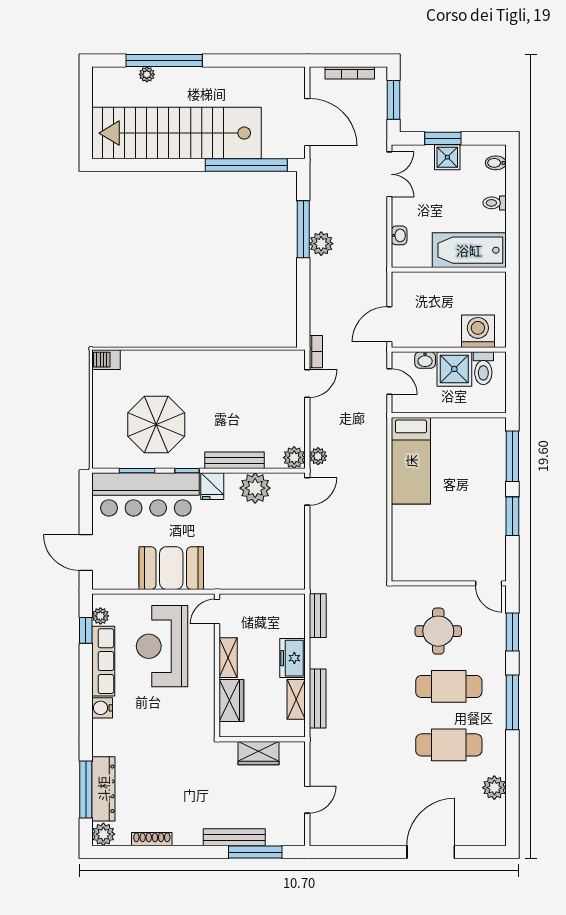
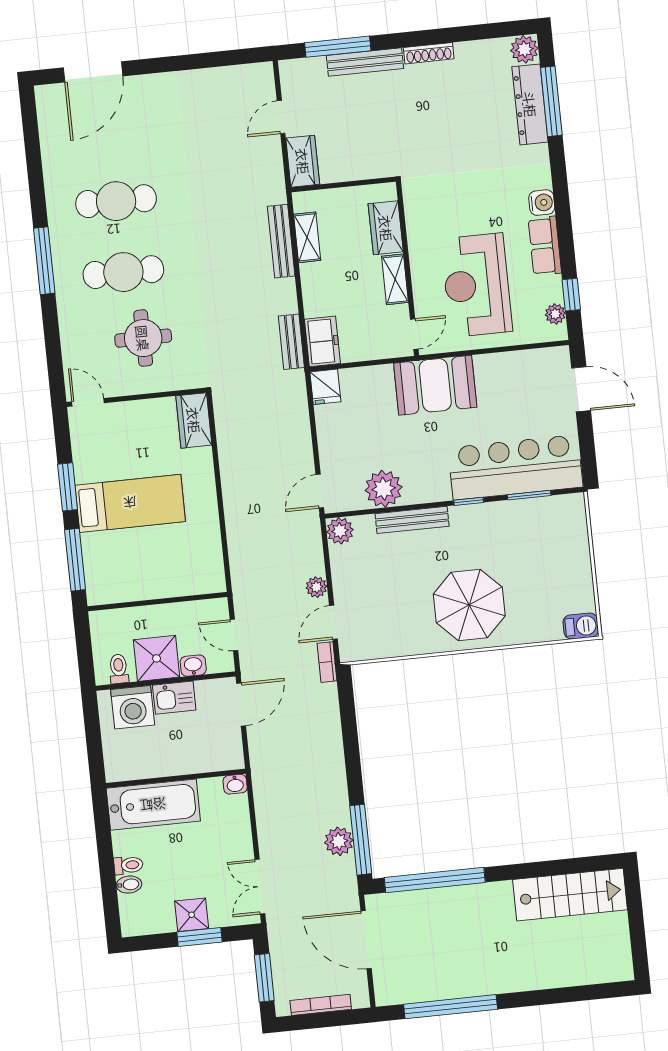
window: (164, 60) -> (451, 1007), moved
plant: (147, 74) -> (567, 978), removed
stairs: (177, 133) -> (570, 895), width x0.54, depth x0.66
bidet: (496, 163) -> (129, 885), moved
window: (303, 229) -> (361, 840), moved
washbasin: (399, 235) -> (235, 784), moved, turned -90
plant: (321, 244) -> (339, 841), moved
kitchen sink: (443, 336) -> (174, 698), added
toilet: (483, 368) -> (119, 669), width x0.73, depth x0.72
parasol: (156, 425) -> (469, 605), moved
plant: (318, 456) -> (316, 587), moved
bed: (411, 461) -> (130, 503), moved, turned 90
fridge: (212, 486) -> (325, 387), moved, turned 180
wardrobe: (404, 560) -> (194, 420), added
booth: (171, 568) -> (435, 385), moved
window: (512, 632) -> (53, 346), removed
reception desk: (162, 646) -> (477, 285), turned 180
freezer: (292, 658) -> (322, 341), moved
row of seats: (103, 661) -> (545, 246), width x0.68
wardrobe: (259, 753) -> (303, 161), moved, turned 90
plant: (494, 788) -> (55, 155), removed
shoe rack: (152, 839) -> (429, 53), moved
door: (431, 852) -> (93, 72), moved

